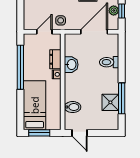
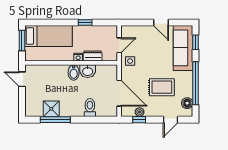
door: (44, 32) -> (119, 45), hinge flipped
window: (20, 67) -> (85, 22), width x0.32
bidet: (73, 107) -> (74, 72), moved
door: (80, 133) -> (22, 79), hinge flipped

